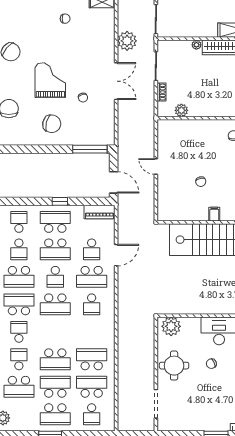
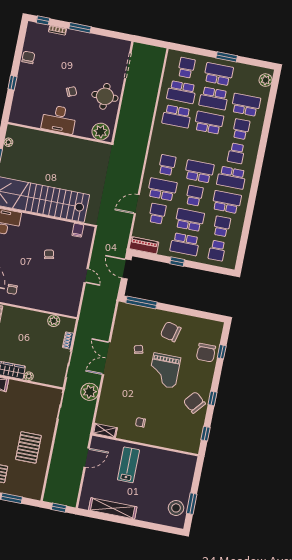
filing cabinet: (214, 214) -> (78, 230), moved
school desk: (19, 359) -> (241, 129), turned 180

